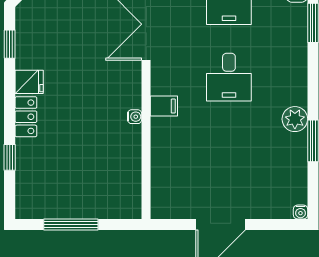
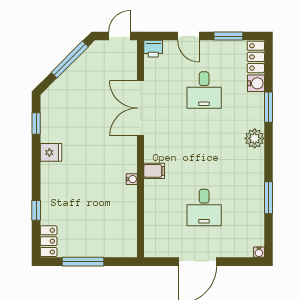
desk: (229, 77) -> (204, 208), moved
locker: (26, 117) -> (49, 241), moved
plant: (295, 119) -> (255, 138), moved

